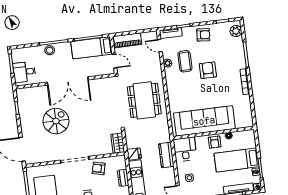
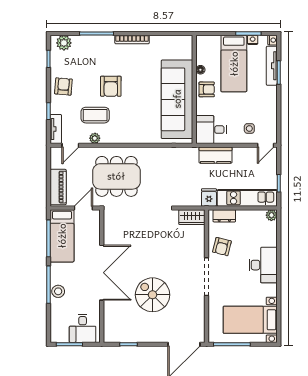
armchair: (208, 70) -> (111, 86), turned -90
dining table: (144, 100) -> (116, 176), moved
dresser: (123, 178) -> (224, 216), moved

